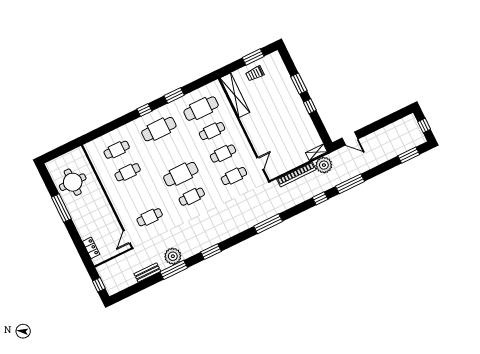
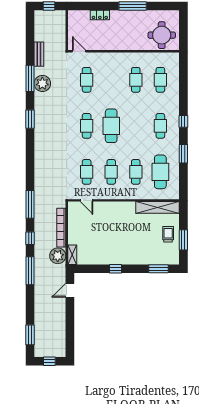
window: (299, 84) -> (159, 269), moved
cafe table: (159, 129) -> (160, 126), width x0.73, depth x0.74
round table: (73, 182) -> (162, 35), moved
window: (268, 224) -> (30, 204), moved
locker: (91, 248) -> (100, 15), moved

